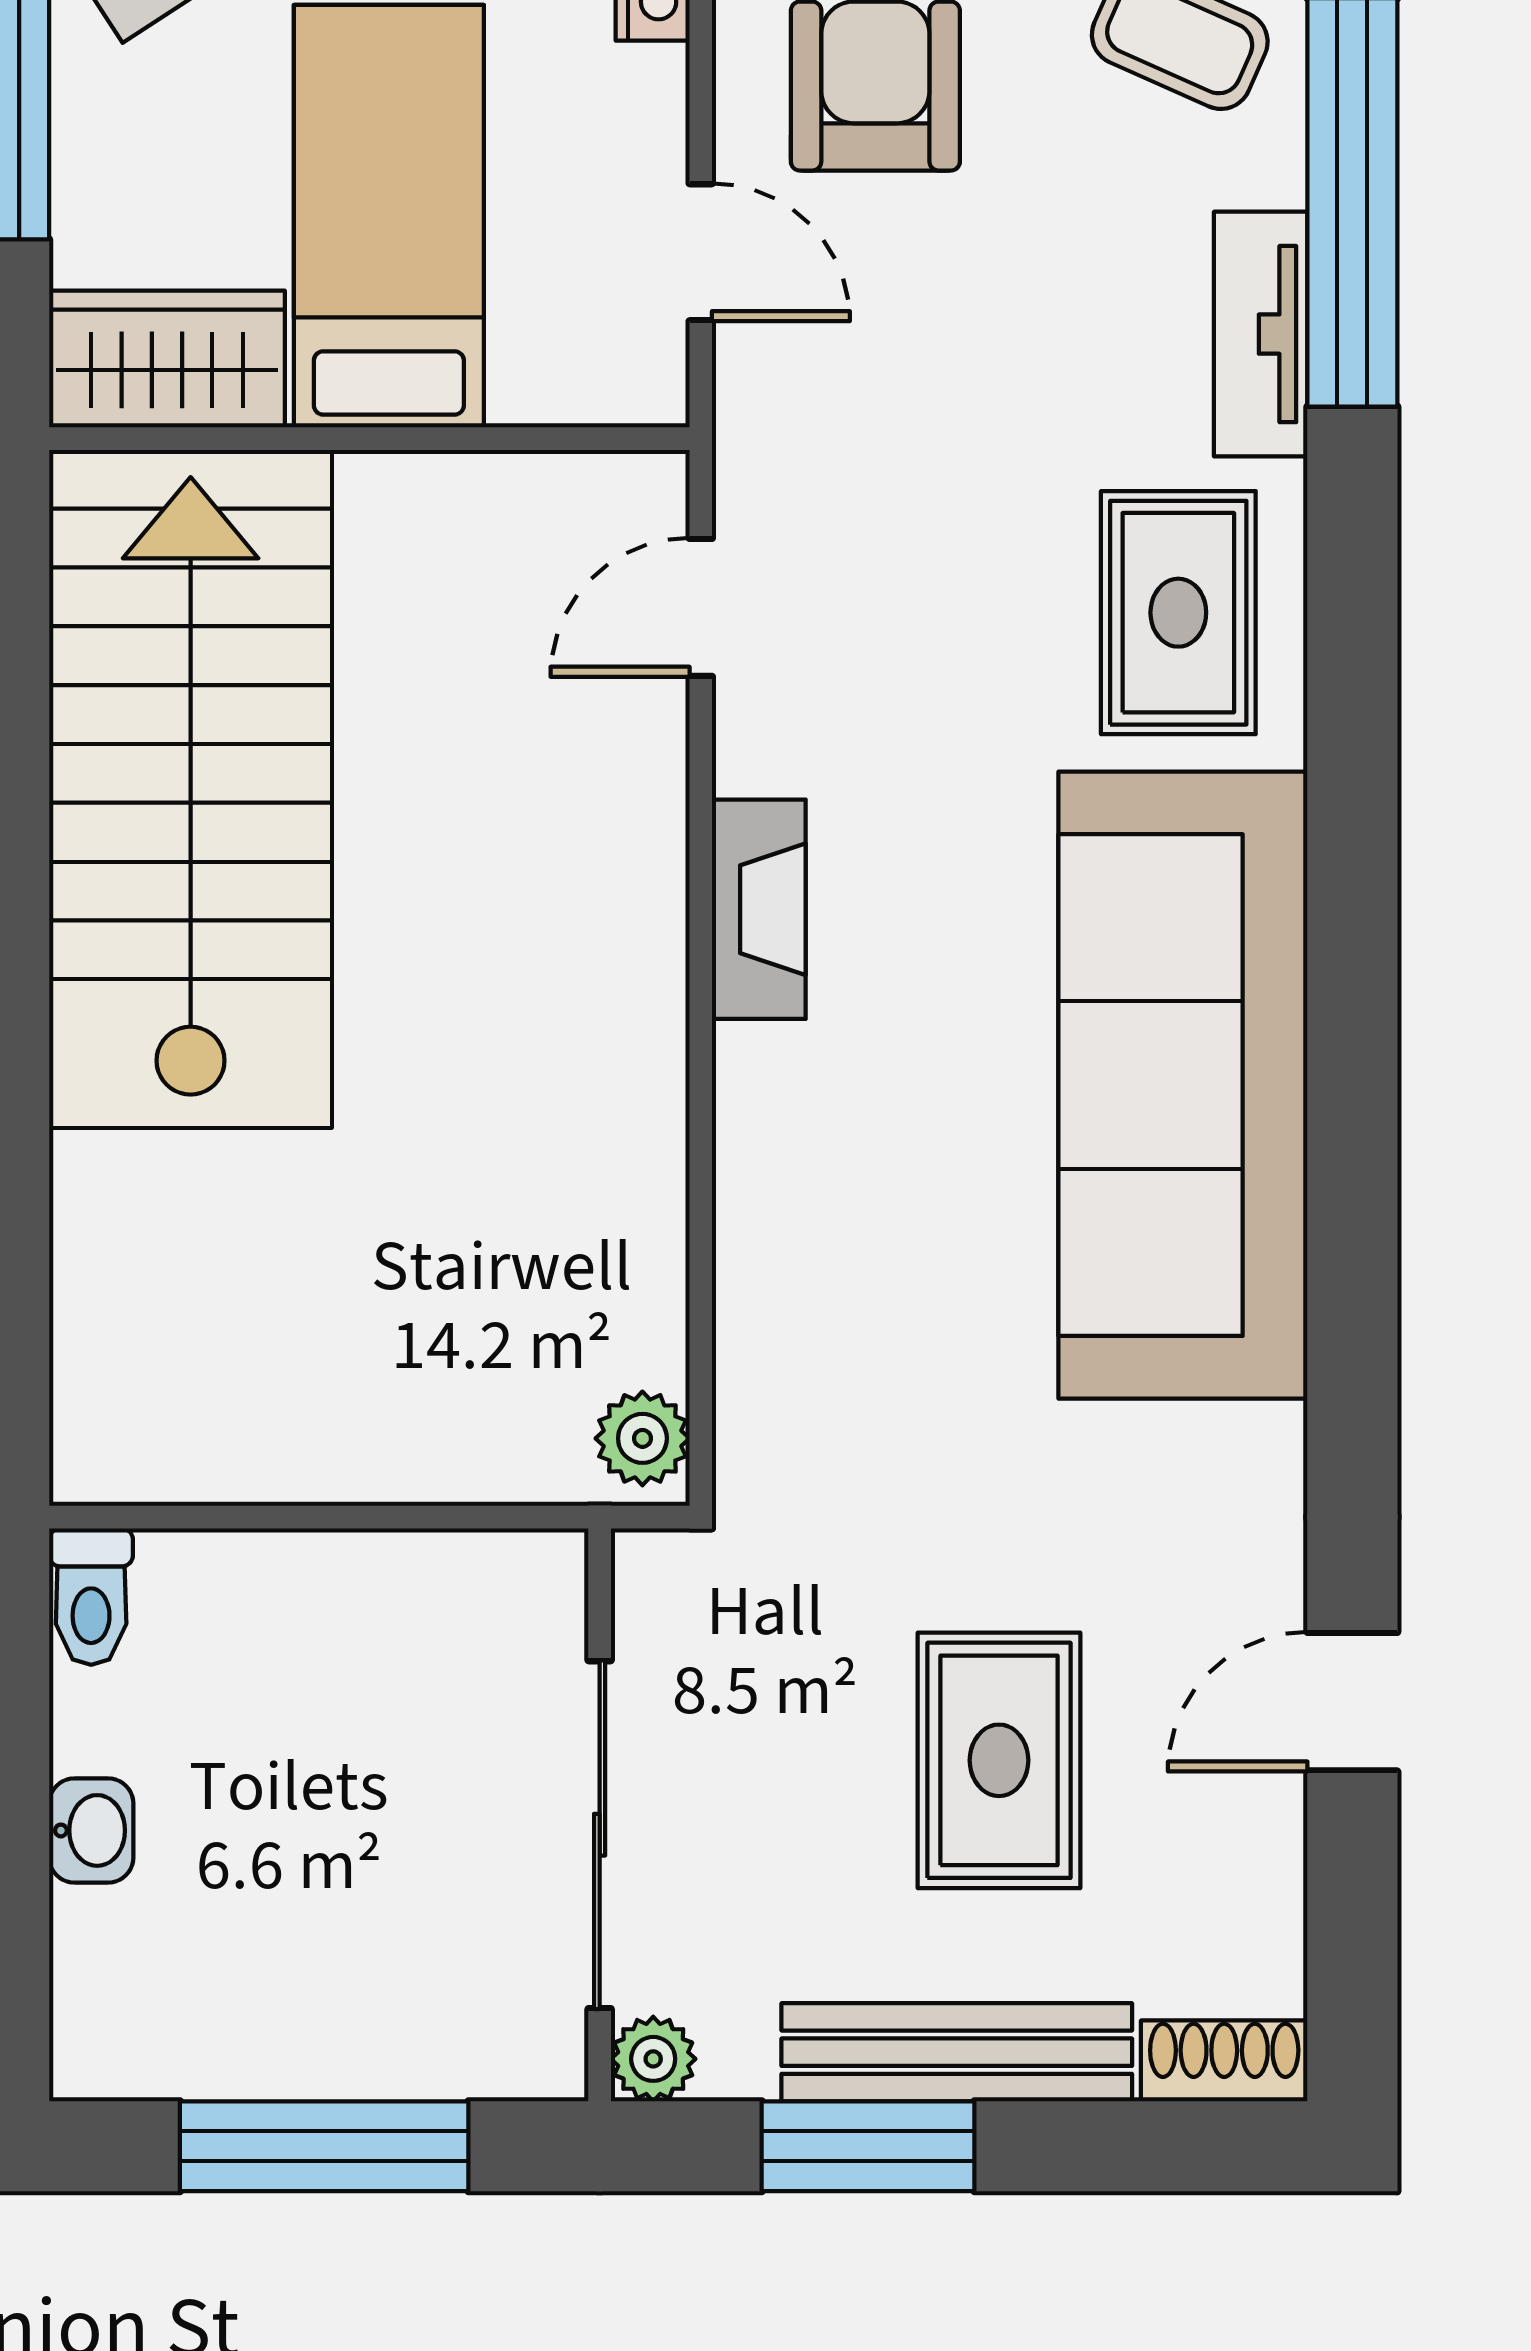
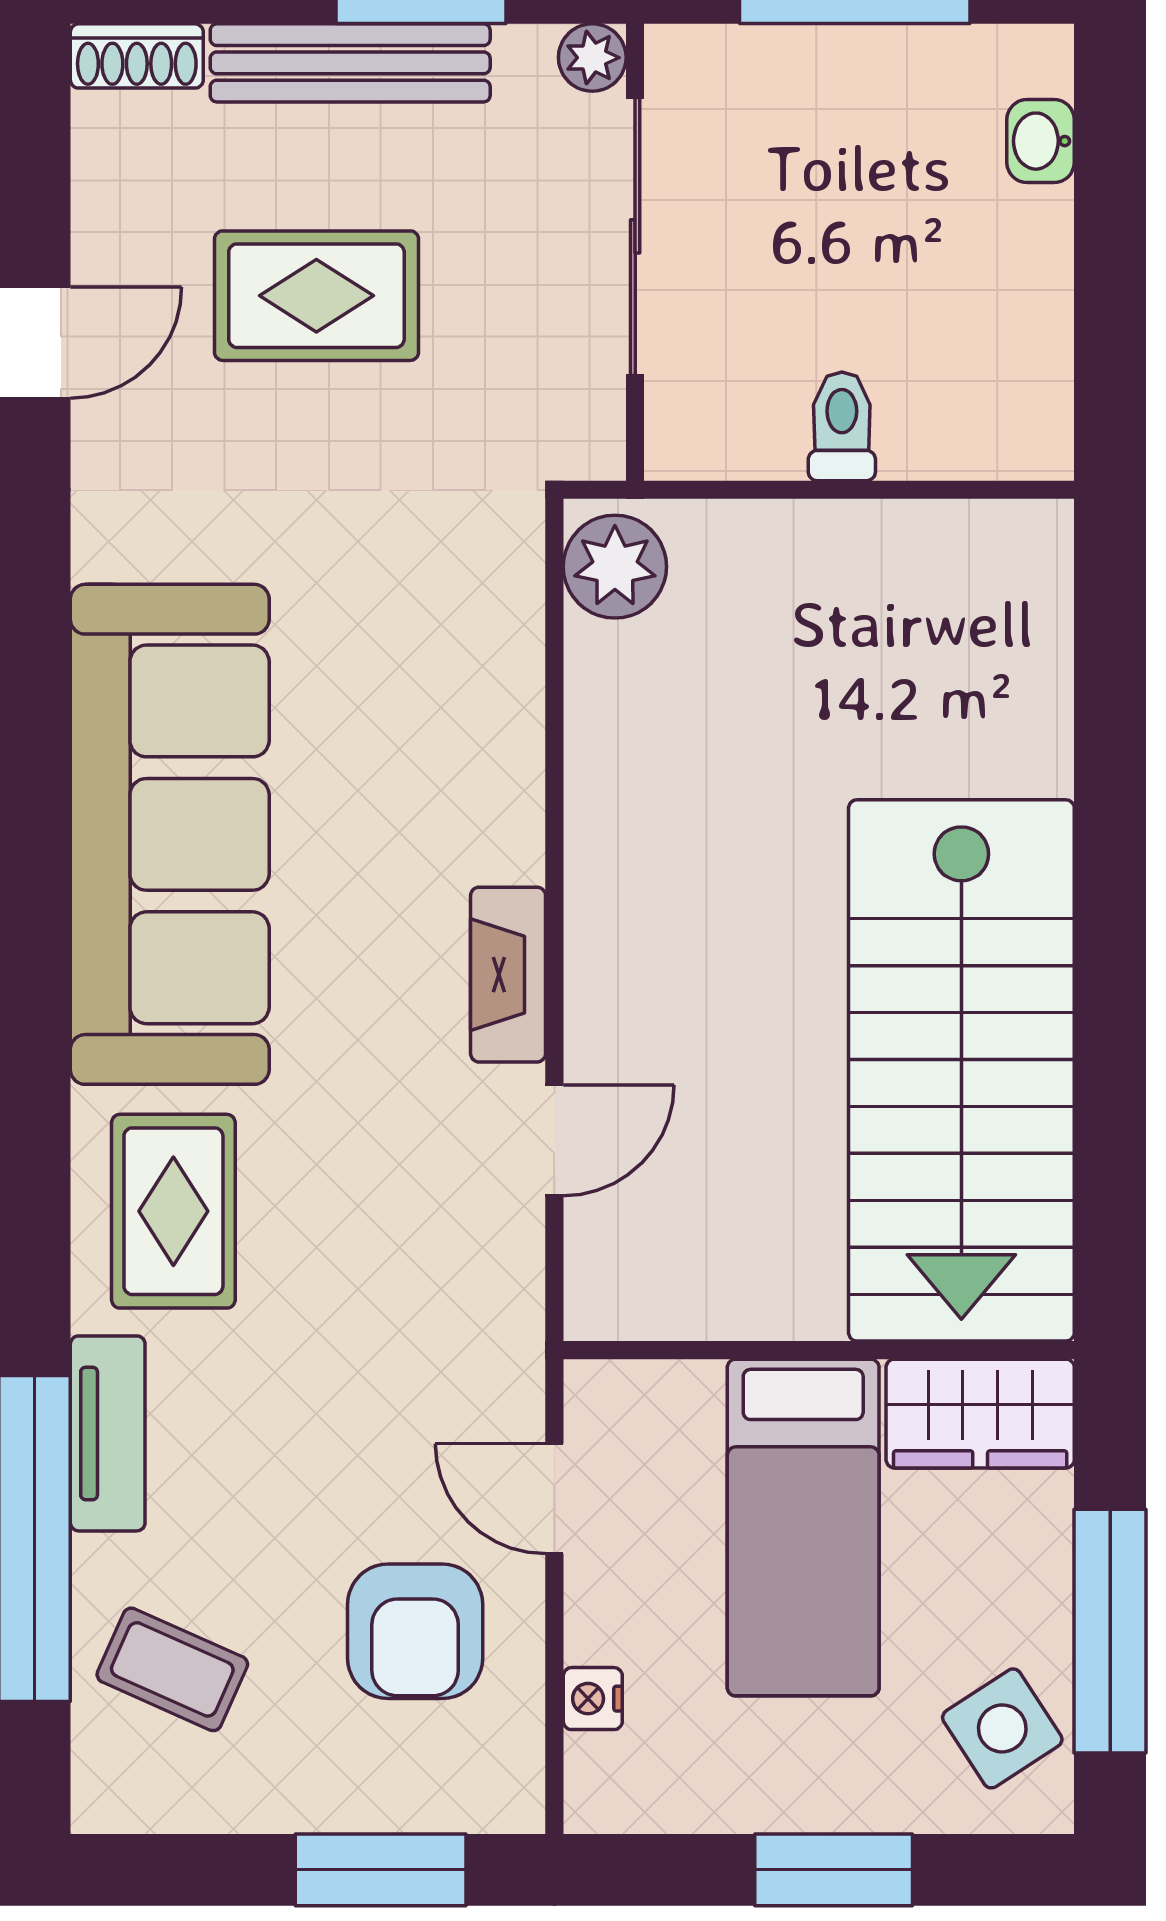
door: (701, 607) -> (554, 1140), moved
plant: (642, 1438) -> (615, 567), width x1.38, depth x1.38
toilet: (91, 1597) -> (842, 426), moved
rug: (999, 1760) -> (316, 296), turned 90
washbasin: (91, 1830) -> (1041, 141), moved

